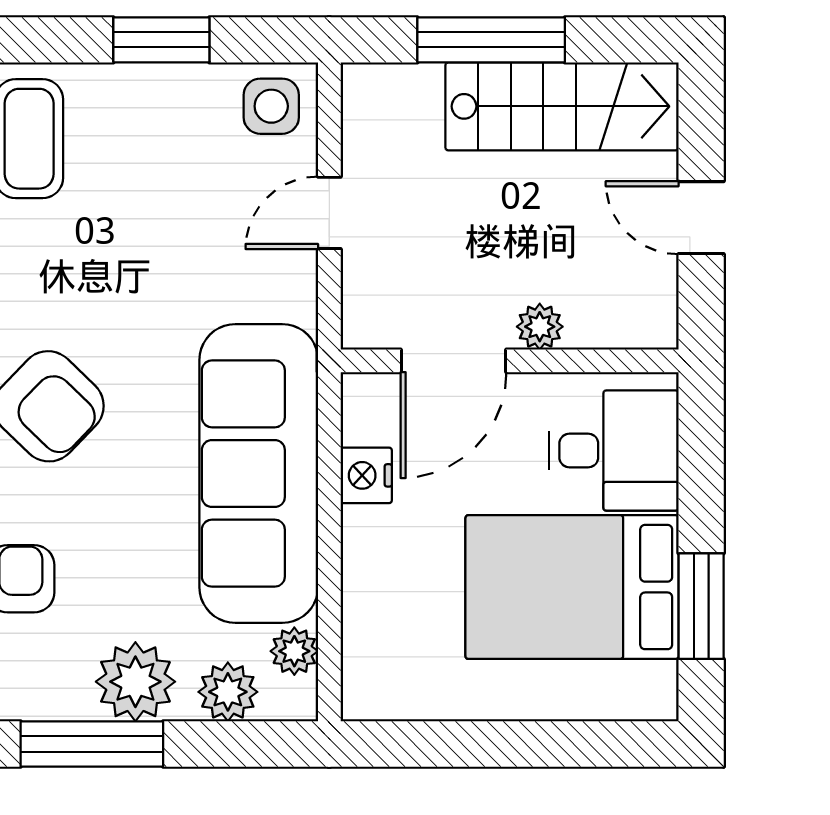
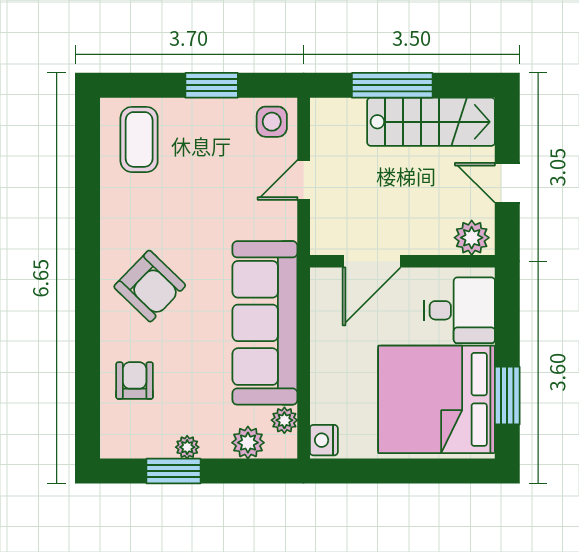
plant: (540, 327) -> (472, 238), moved, width x1.38, depth x1.38
nightstand: (366, 475) -> (324, 440), moved
bed: (572, 587) -> (437, 399), width x1.36
plant: (135, 682) -> (187, 447), width x0.53, depth x0.53
window: (92, 744) -> (173, 471), width x0.69

